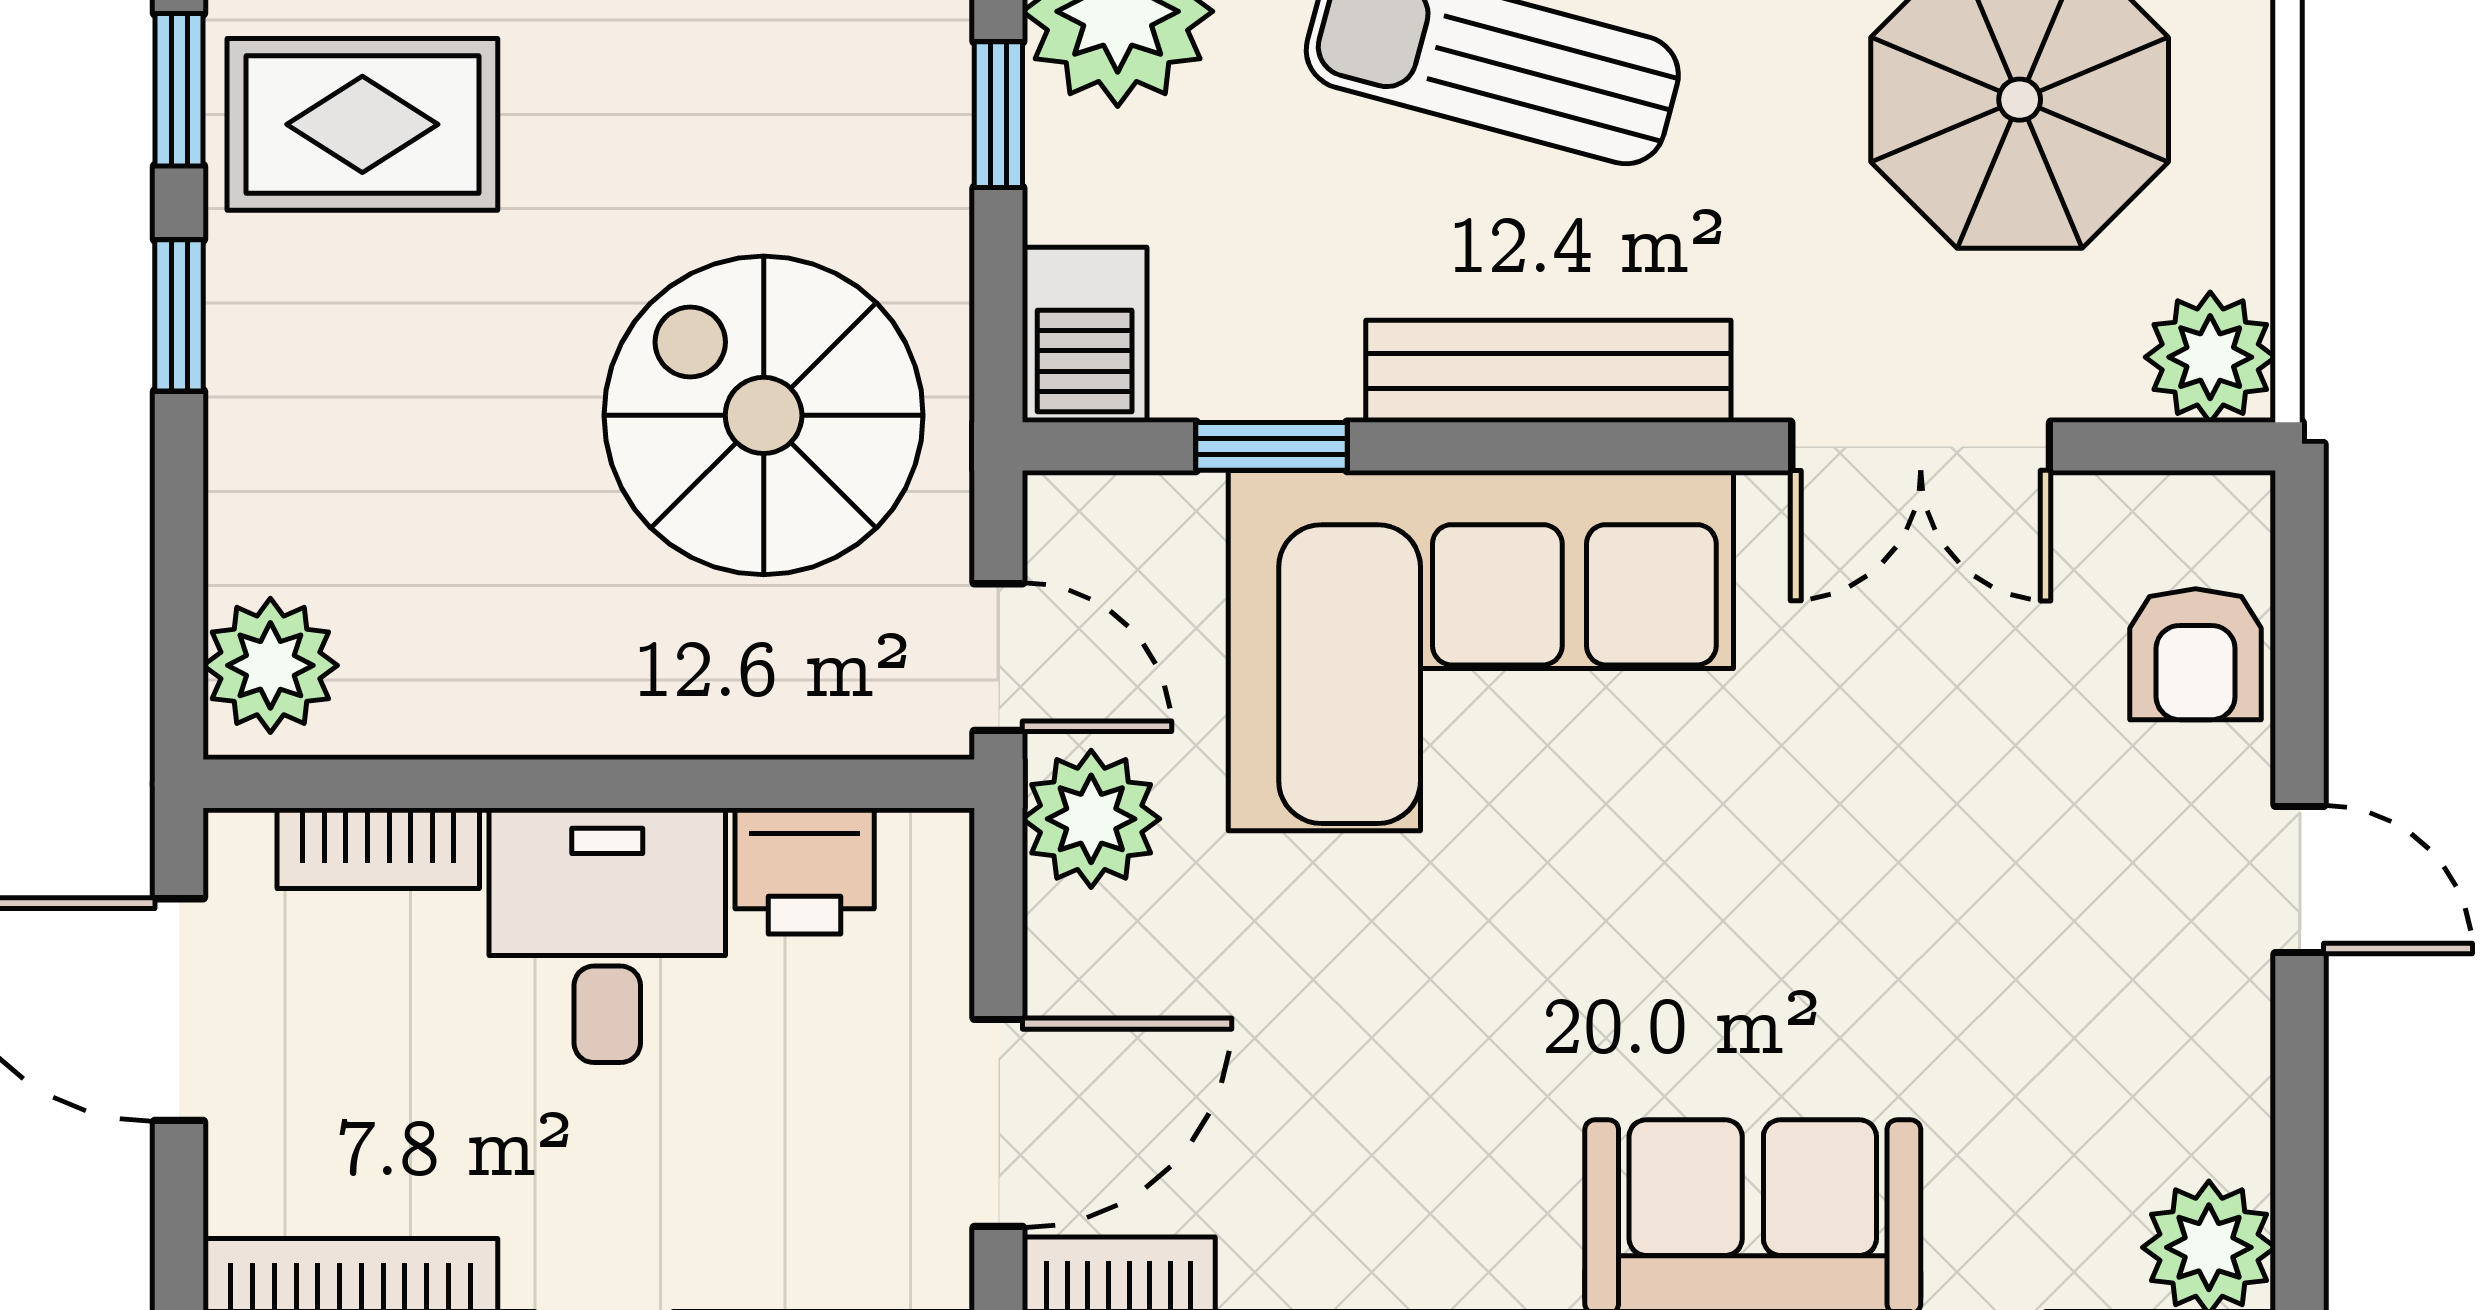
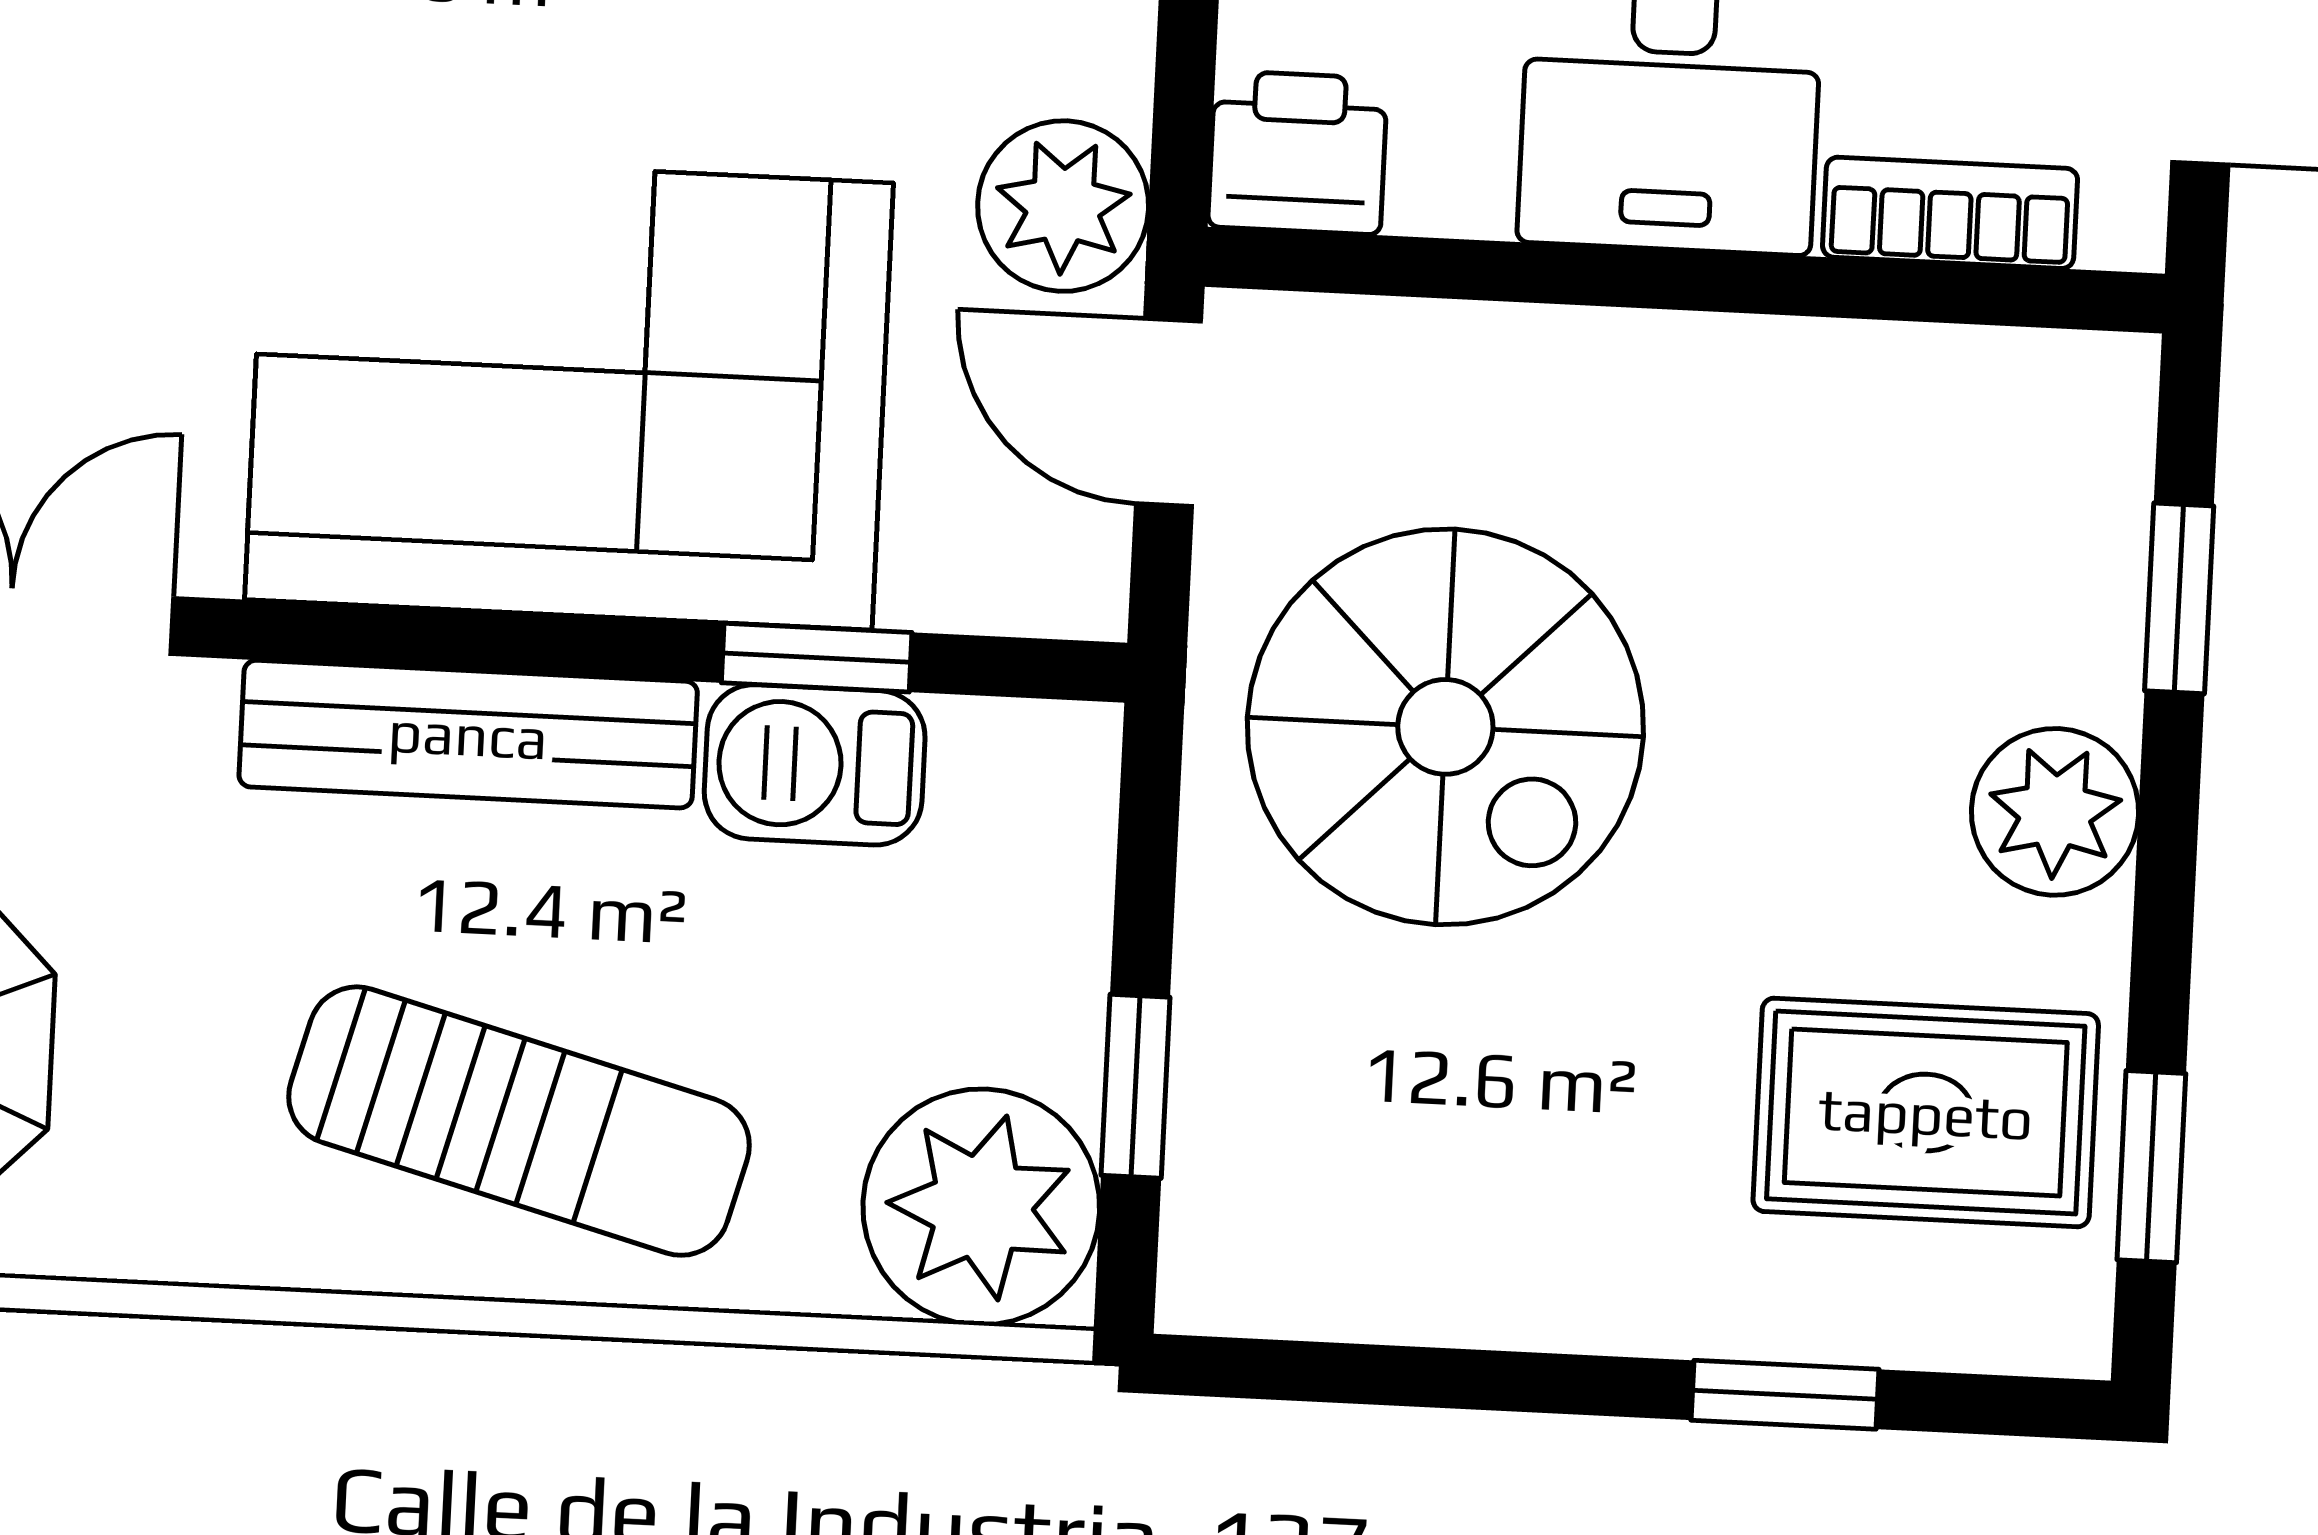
window: (179, 315) -> (2179, 598), moved
barbecue: (1085, 335) -> (815, 765), moved, turned -90
plant: (270, 665) -> (2055, 812), moved
printer: (805, 871) -> (1298, 153), moved

